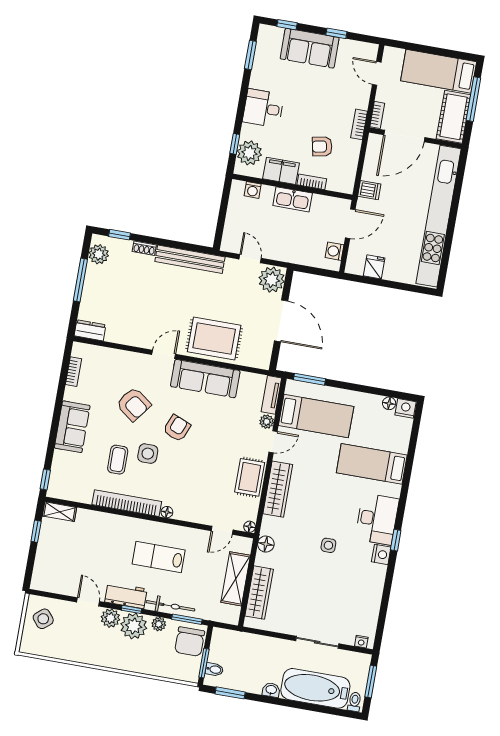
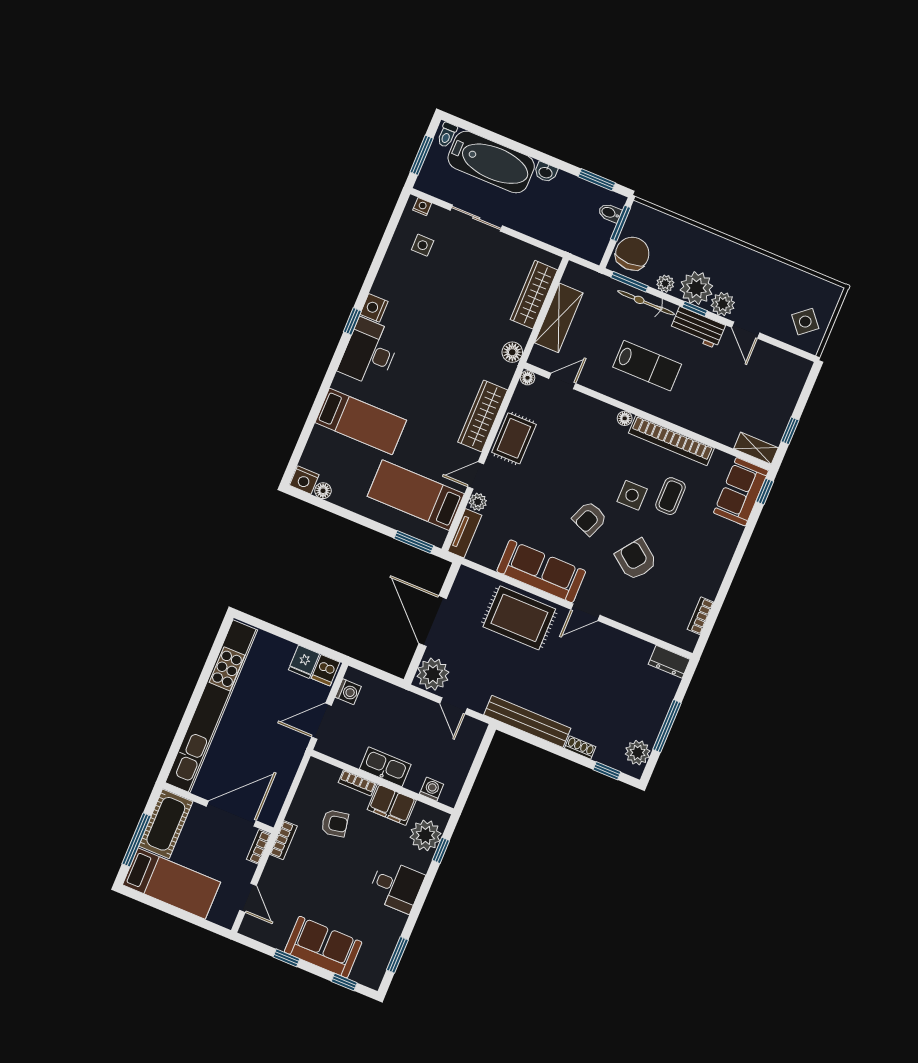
dishwasher: (369, 190) -> (326, 670), moved, turned -90
sofa: (72, 427) -> (741, 492), moved
side table: (328, 545) -> (423, 245), moved

